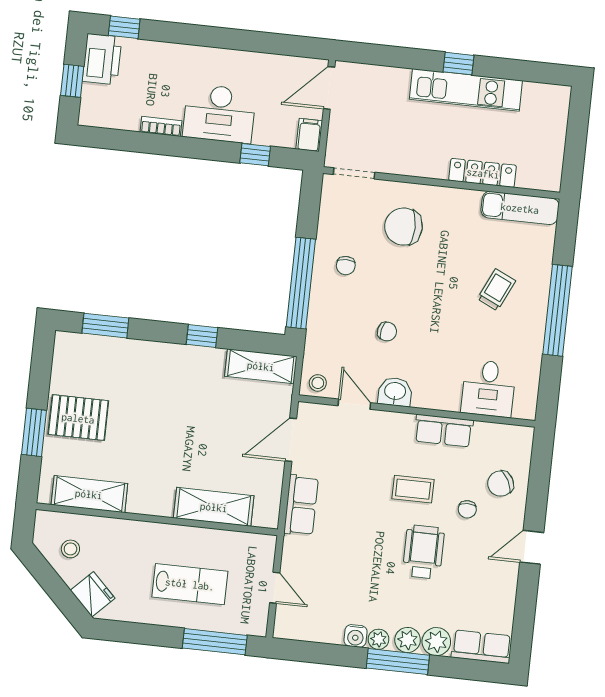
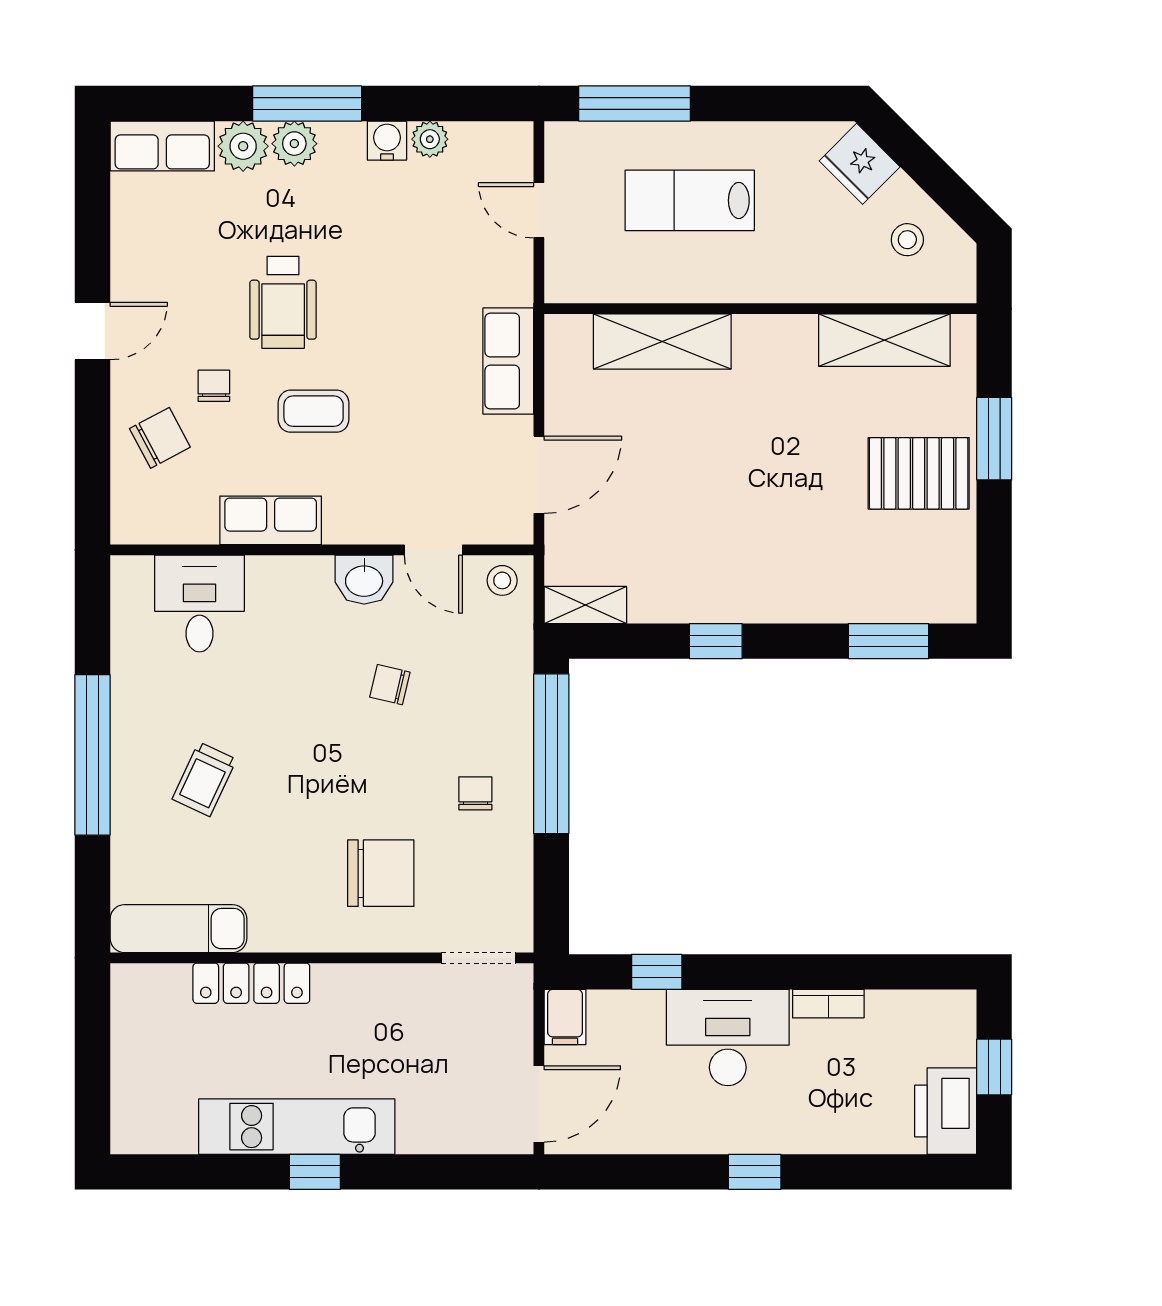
window: (124, 27) -> (755, 1172), moved
shelving: (261, 366) -> (585, 605), width x0.67, depth x0.75
plant: (378, 639) -> (430, 139), moved

